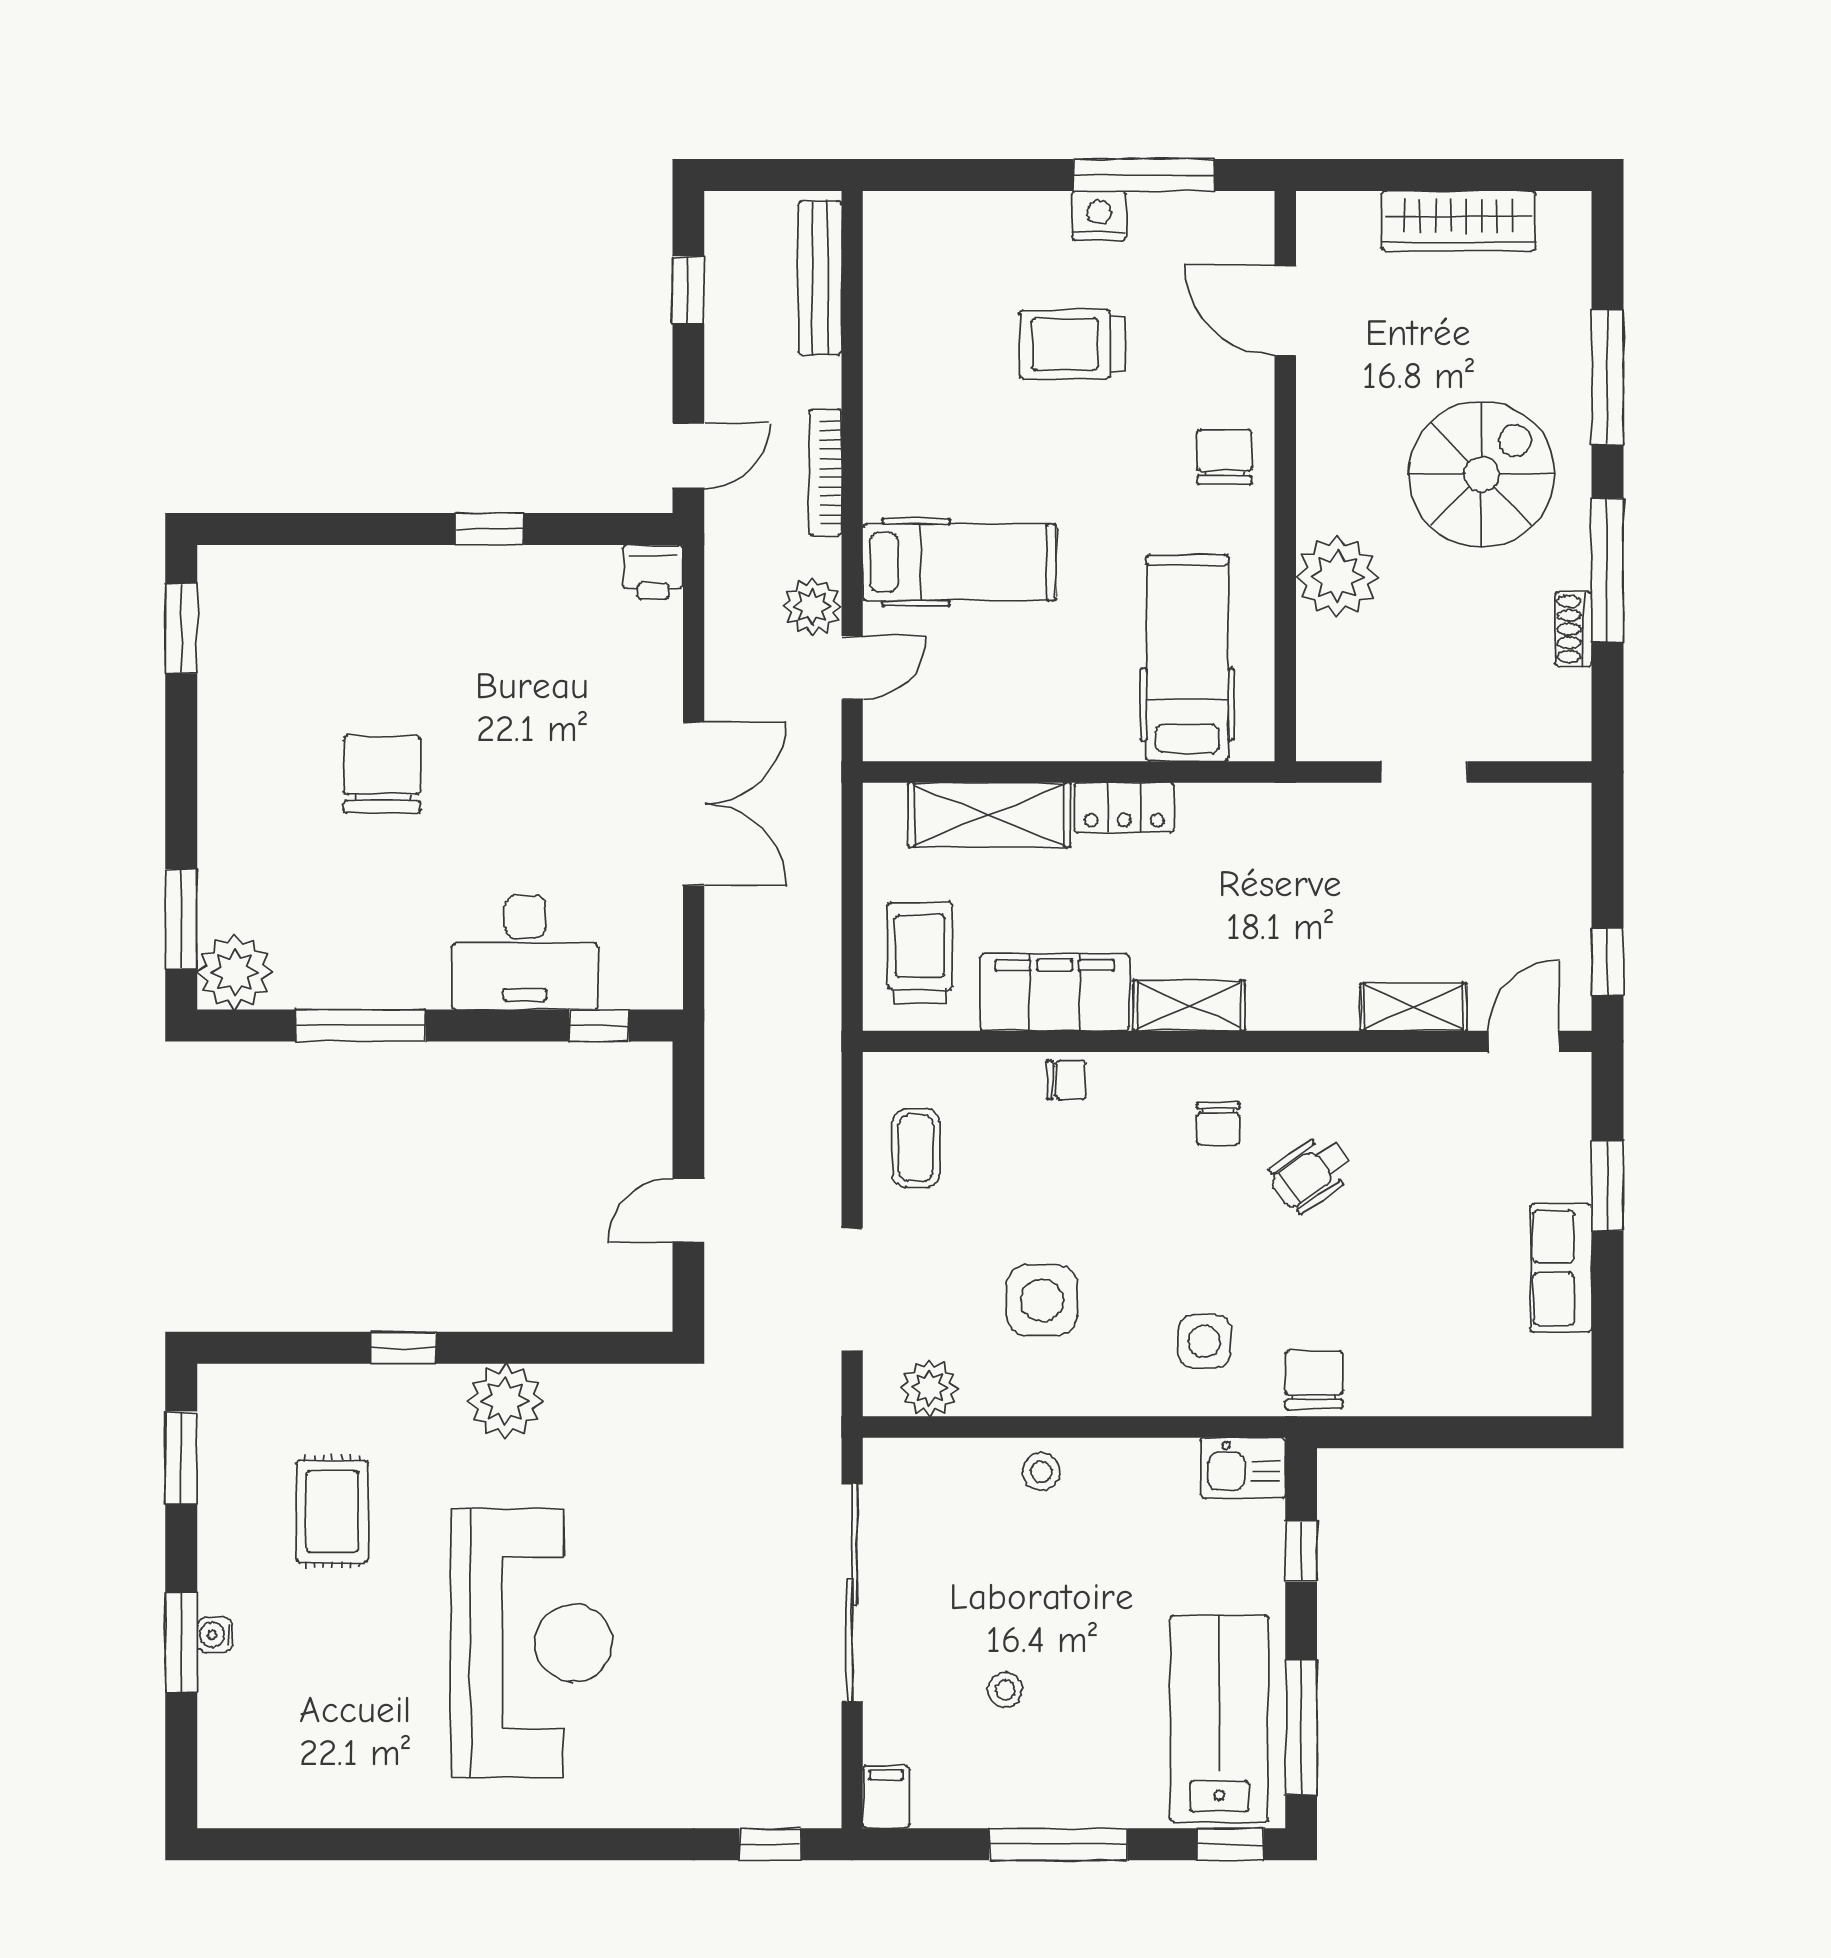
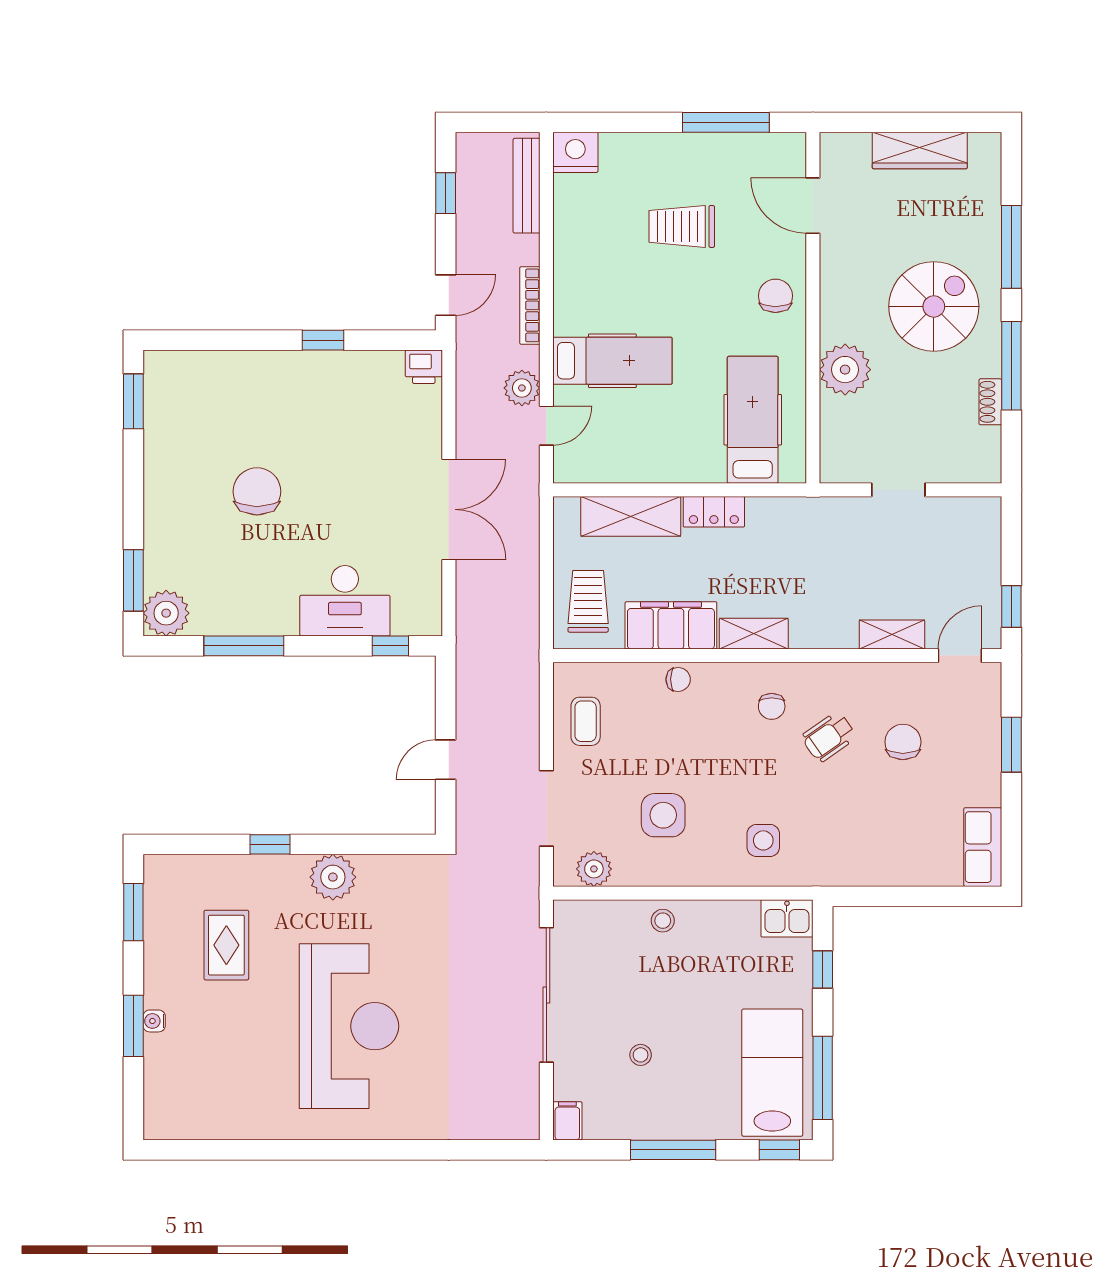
nightstand: (1099, 216) -> (575, 152), moved, width x1.36, depth x1.33
row of seats: (1561, 1268) -> (983, 847), moved
chair: (1314, 1380) -> (903, 742), moved
window: (770, 1844) -> (496, 1150), removed

